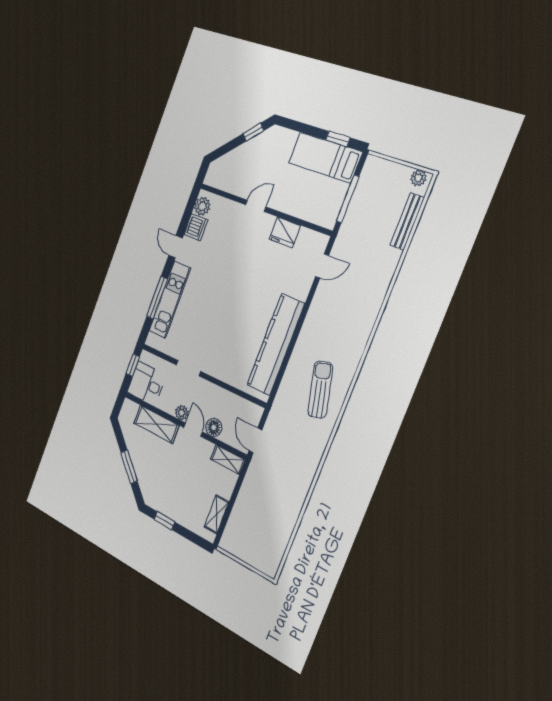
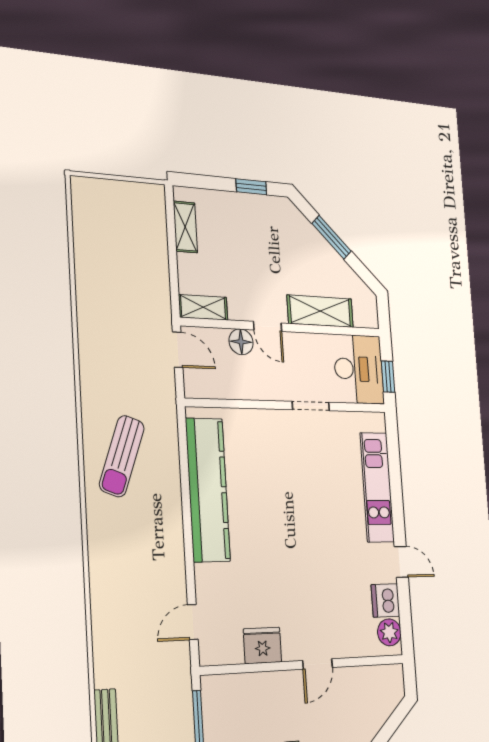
window: (157, 298) -> (396, 482), removed
desk: (146, 384) -> (359, 369), width x1.37
sun lounger: (320, 390) -> (122, 456), turned 34
plant: (182, 413) -> (293, 342), removed

